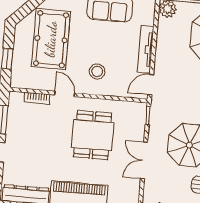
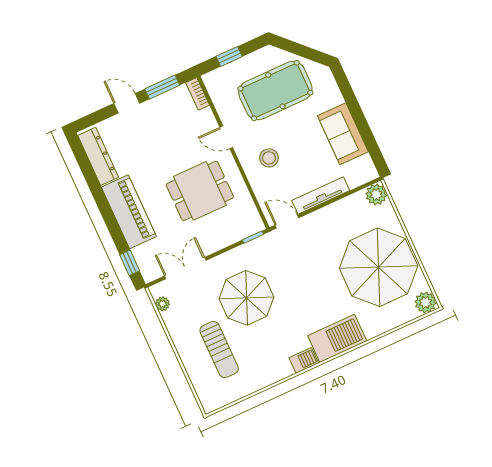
door: (65, 94) -> (226, 137), swing flipped
bookcase: (37, 98) -> (198, 94), moved
double door: (144, 160) -> (185, 268), moved

